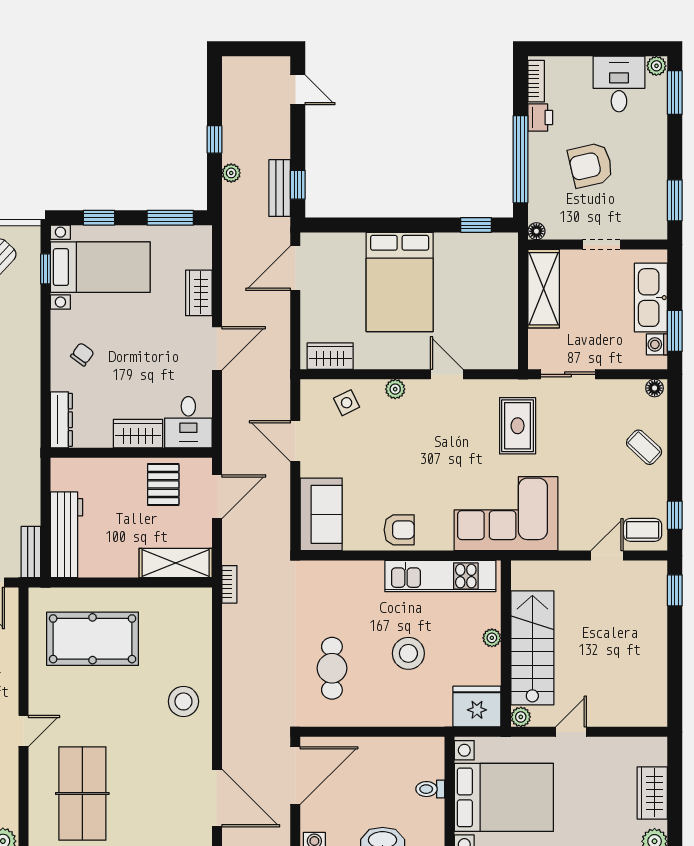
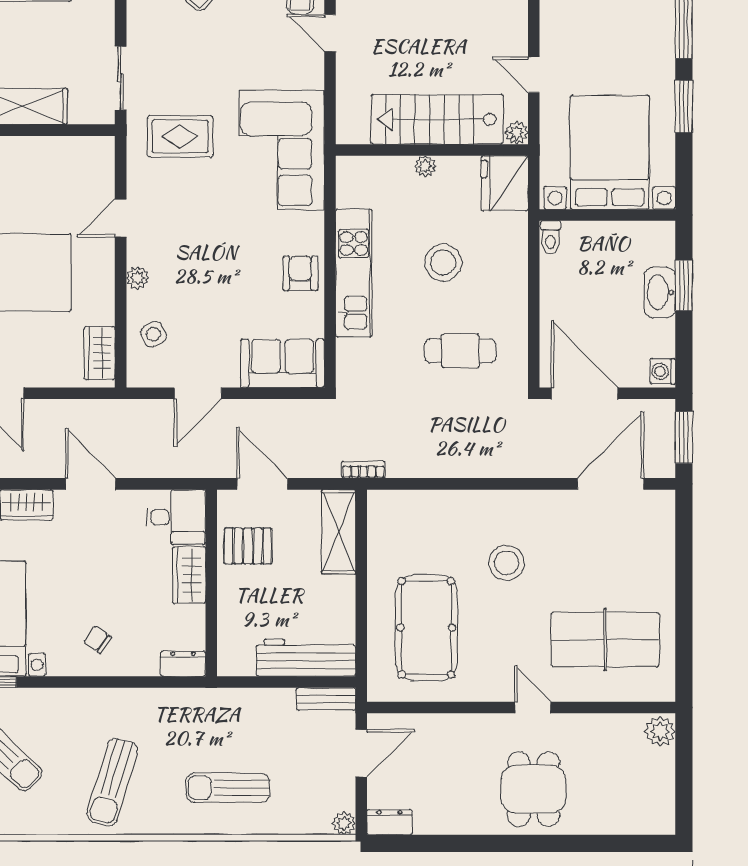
dresser: (61, 420) -> (183, 664), width x0.70
kitchen unit: (440, 576) -> (354, 273), moved
stool: (183, 701) -> (506, 563), moved
toilet: (430, 789) -> (551, 237), moved

